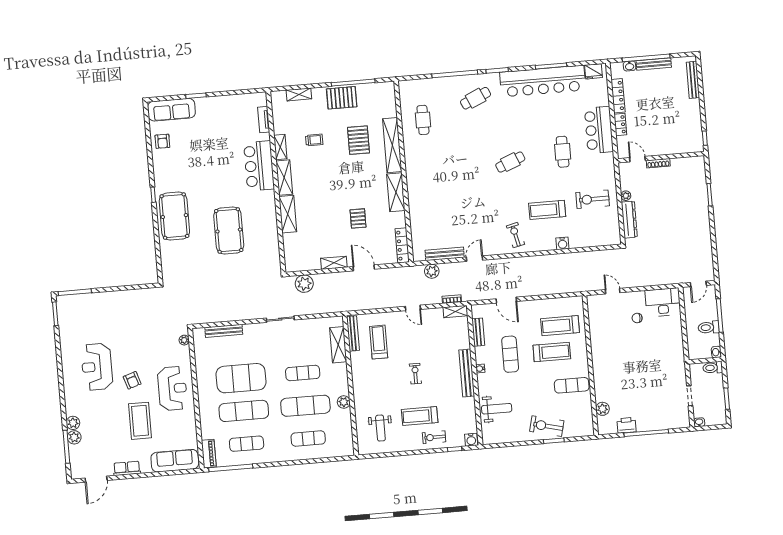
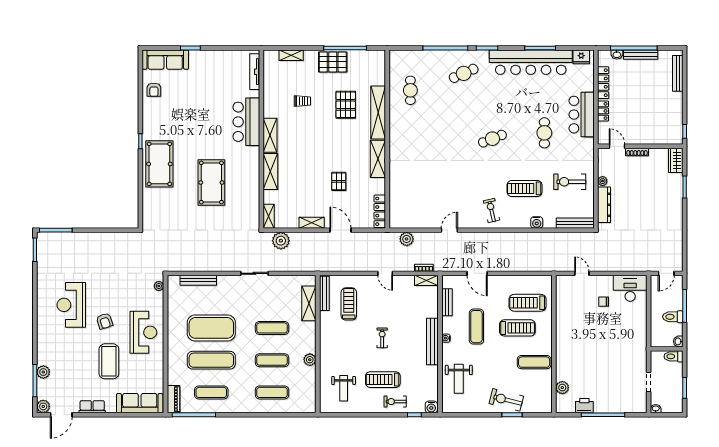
tv unit: (264, 120) -> (255, 72), width x1.41
shelving: (280, 147) -> (269, 216), moved
wardrobe: (698, 168) -> (676, 160), added
bench: (445, 254) -> (575, 223), moved
exercise mat: (305, 406) -> (272, 360), width x0.73, depth x0.69
weight bench: (497, 409) -> (459, 379), turned 90
plant: (73, 423) -> (43, 406), moved

